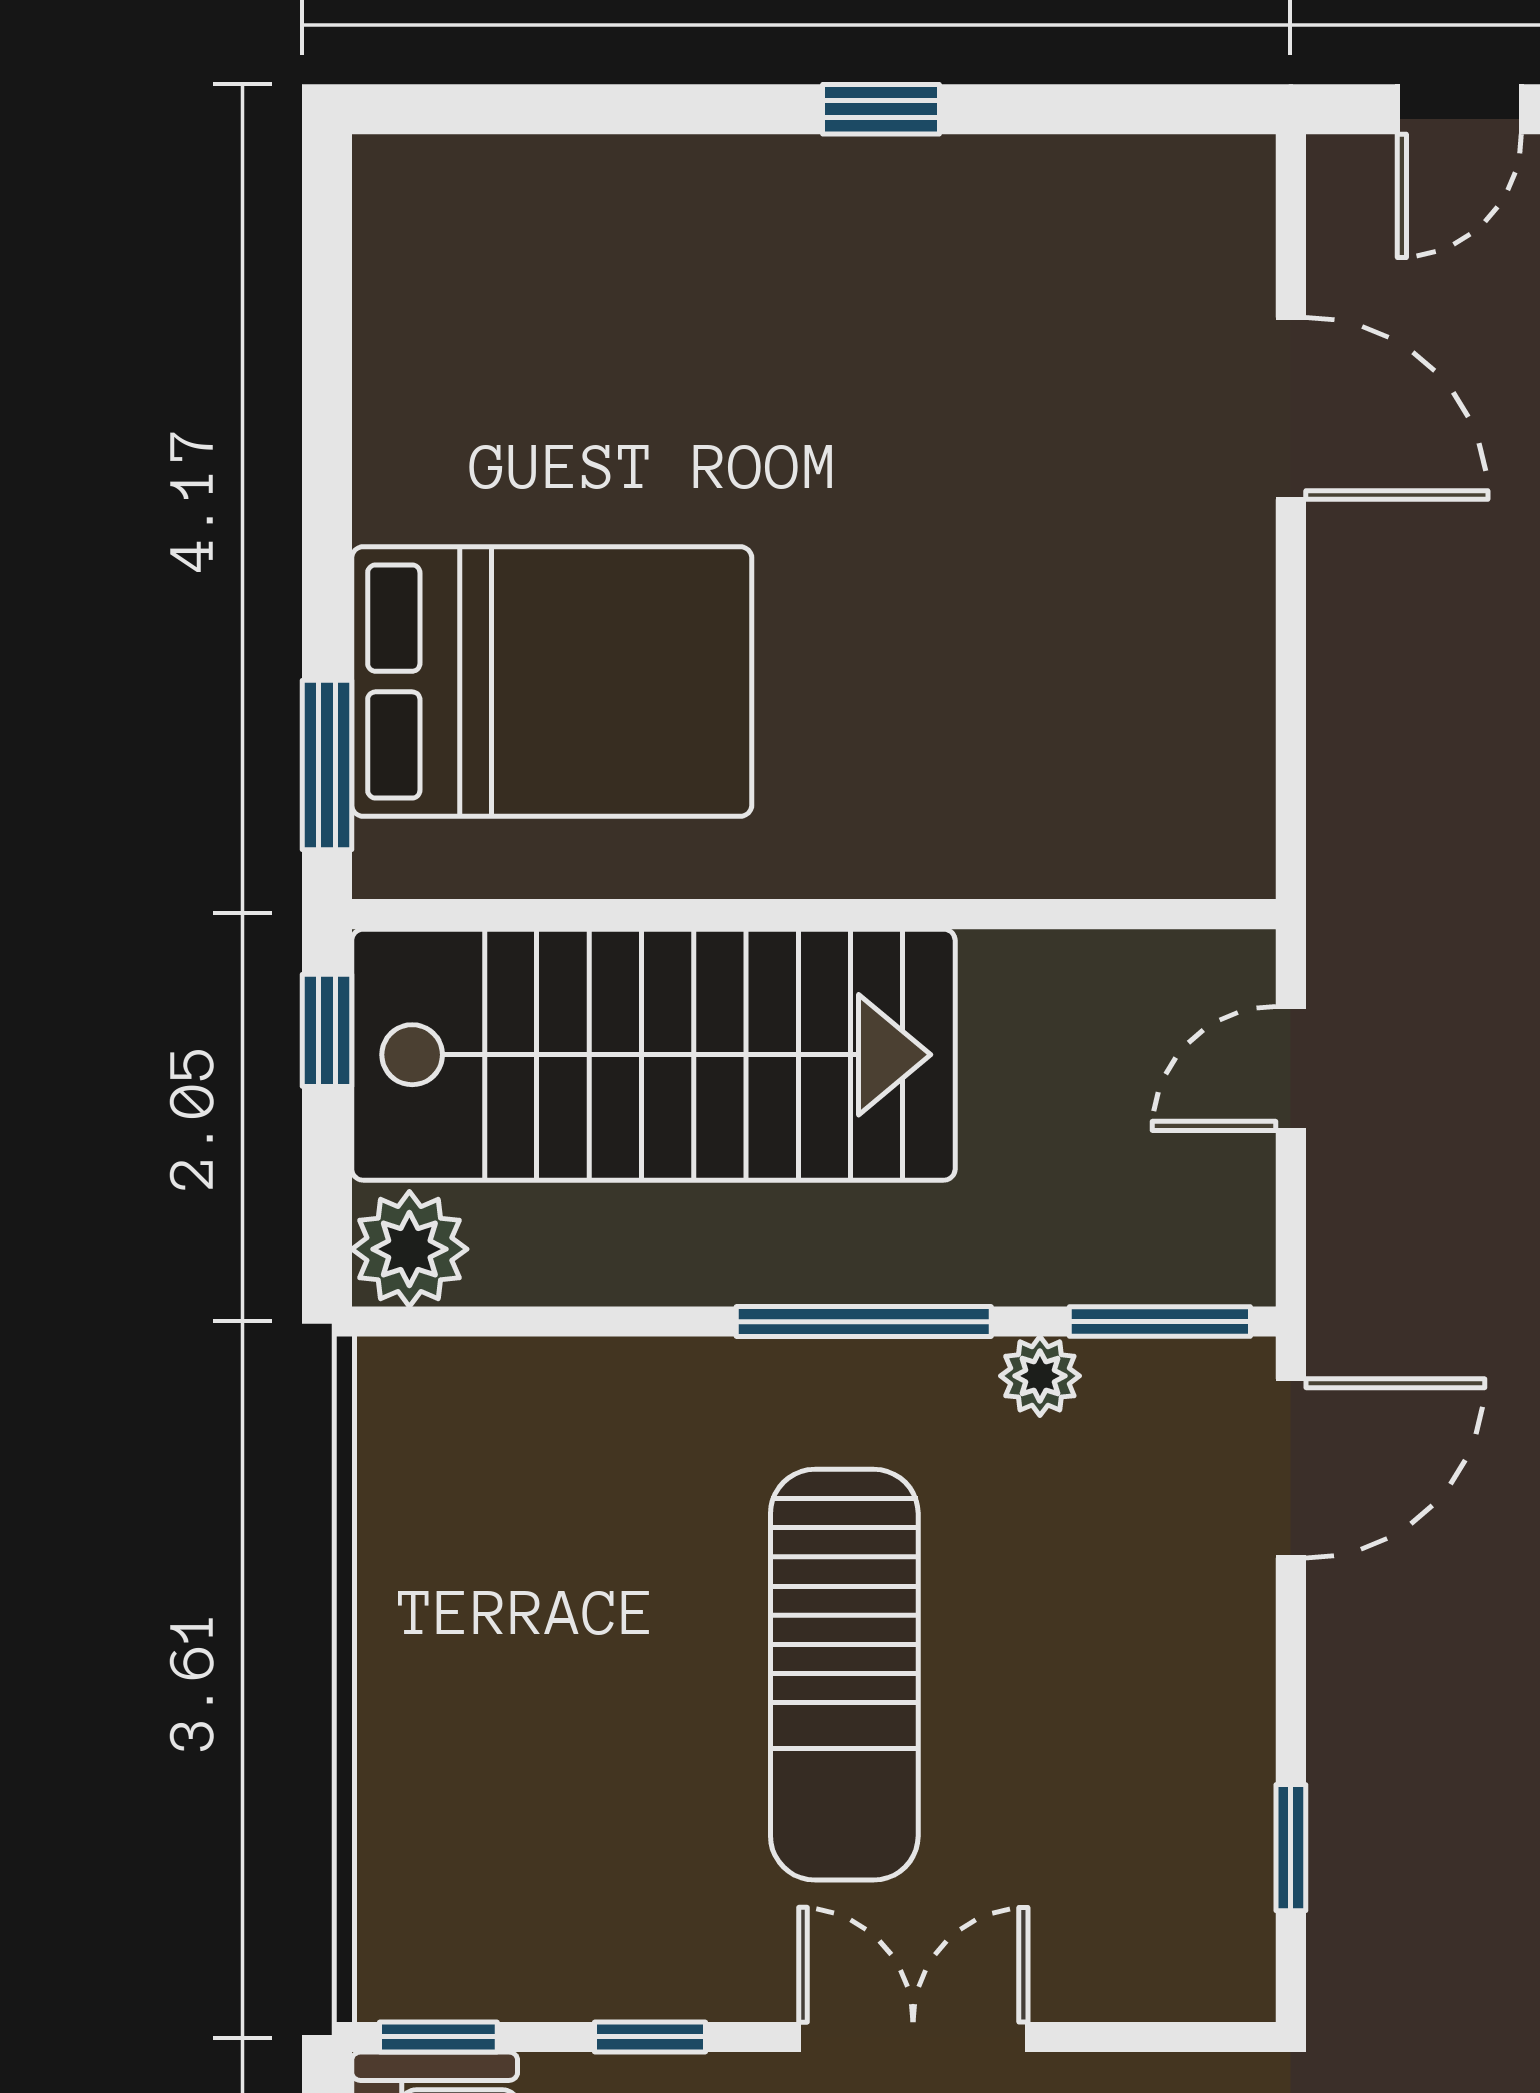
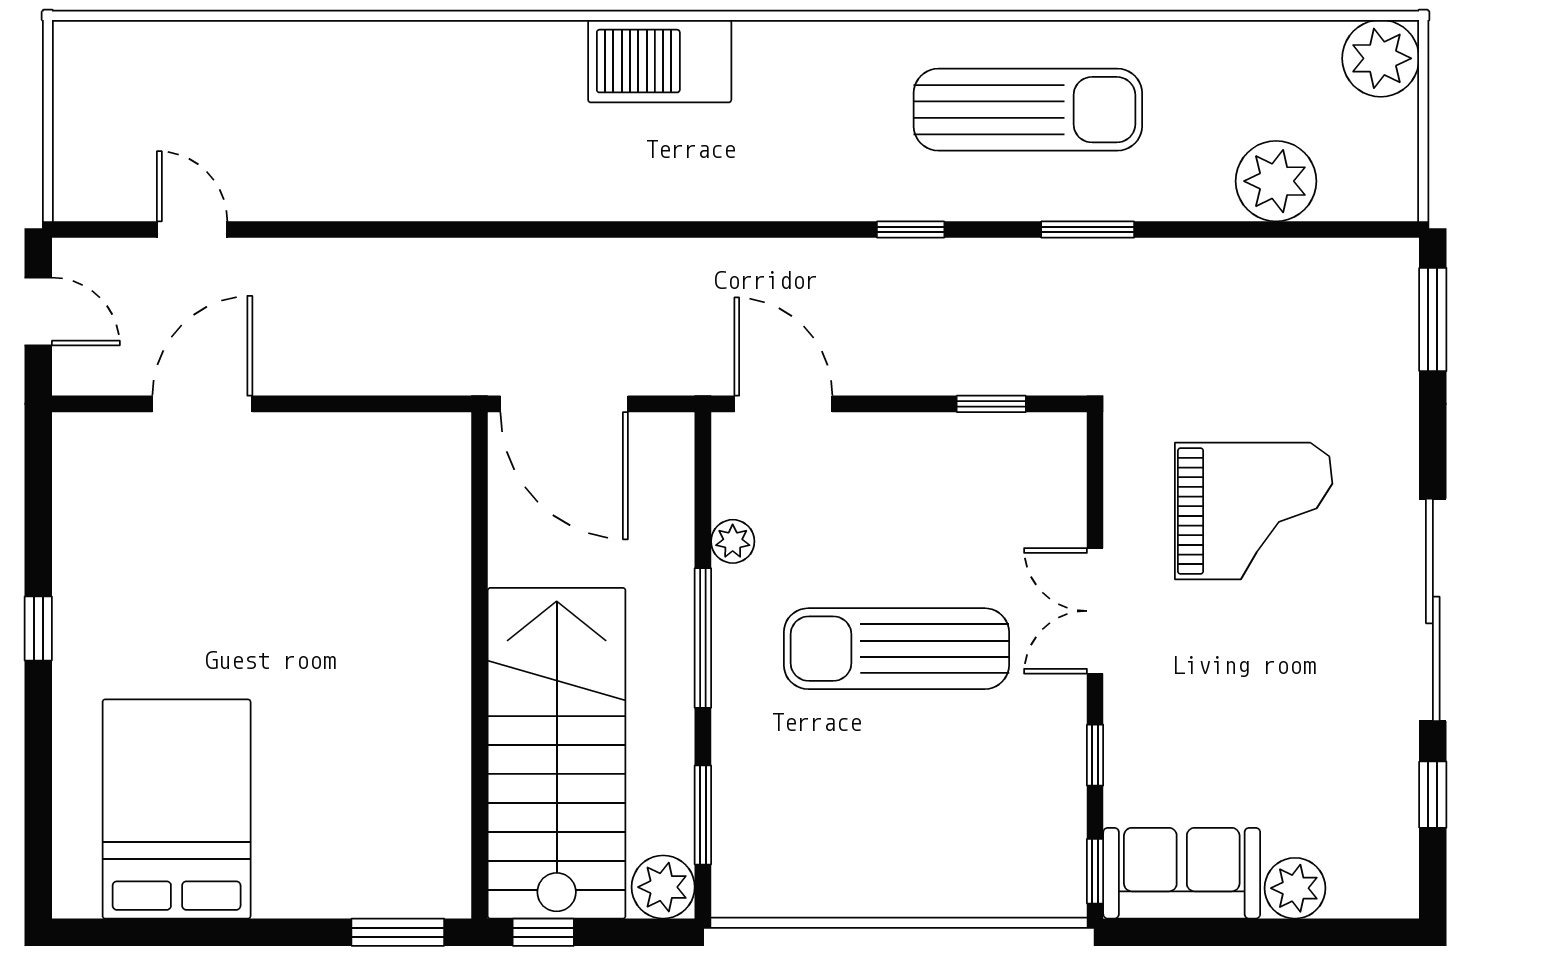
bed: (552, 682) -> (177, 809), moved
door: (1291, 1068) -> (564, 404), width x1.88
window: (1160, 1322) -> (703, 815), moved
sun lounger: (844, 1675) -> (896, 649), turned 180

